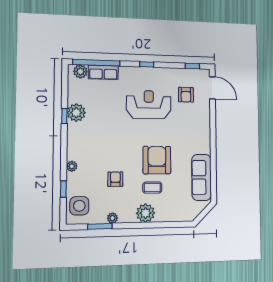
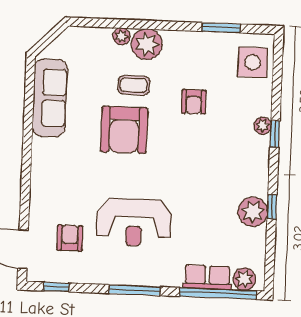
window: (147, 64) -> (135, 290), width x2.17
window: (63, 189) -> (275, 134), moved
plant: (113, 218) -> (121, 36), moved

